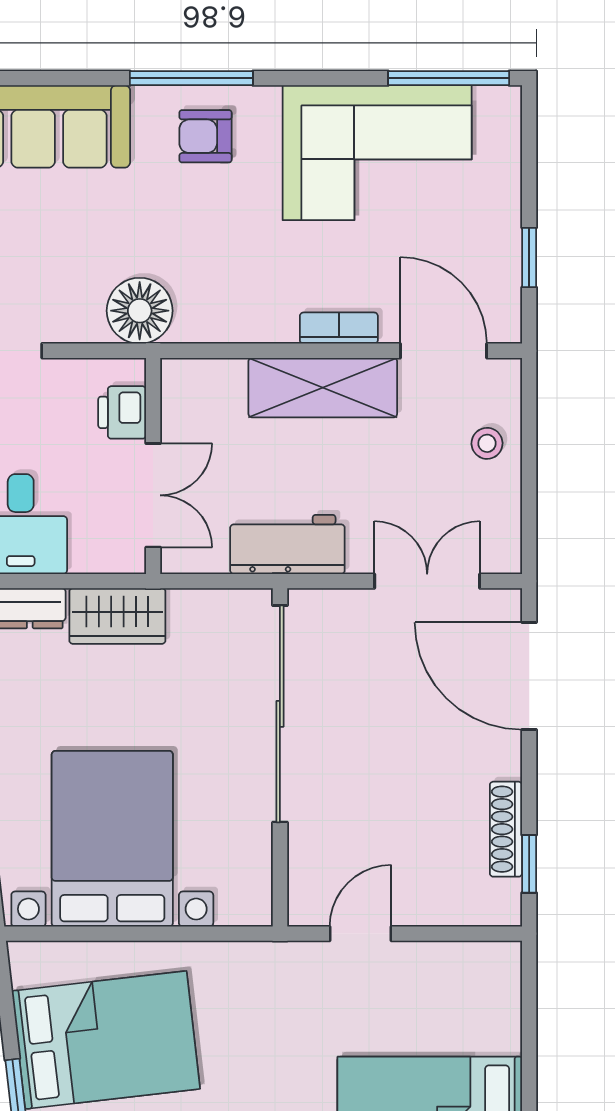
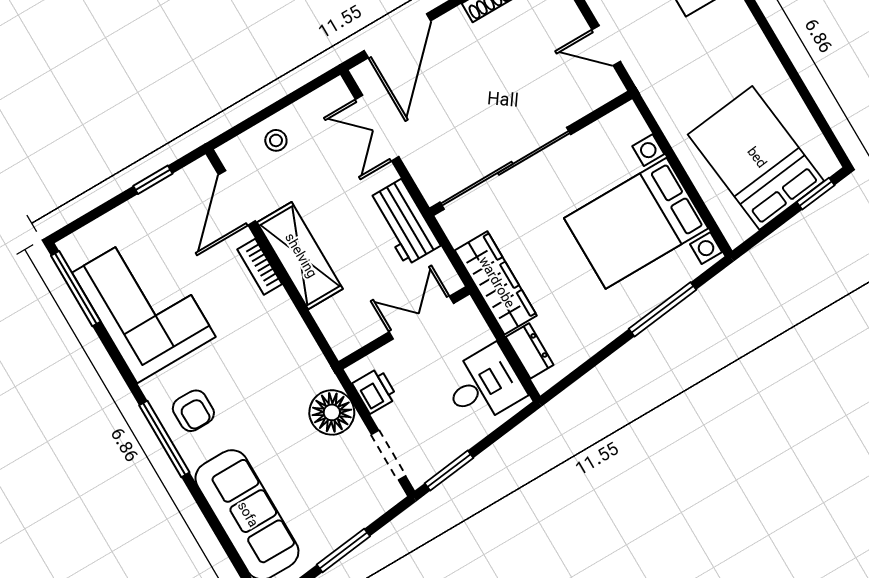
floor lamp: (140, 311) -> (332, 412), moved
printer: (122, 412) -> (375, 391), moved, turned -90
wardrobe: (117, 616) -> (496, 283), width x1.50

